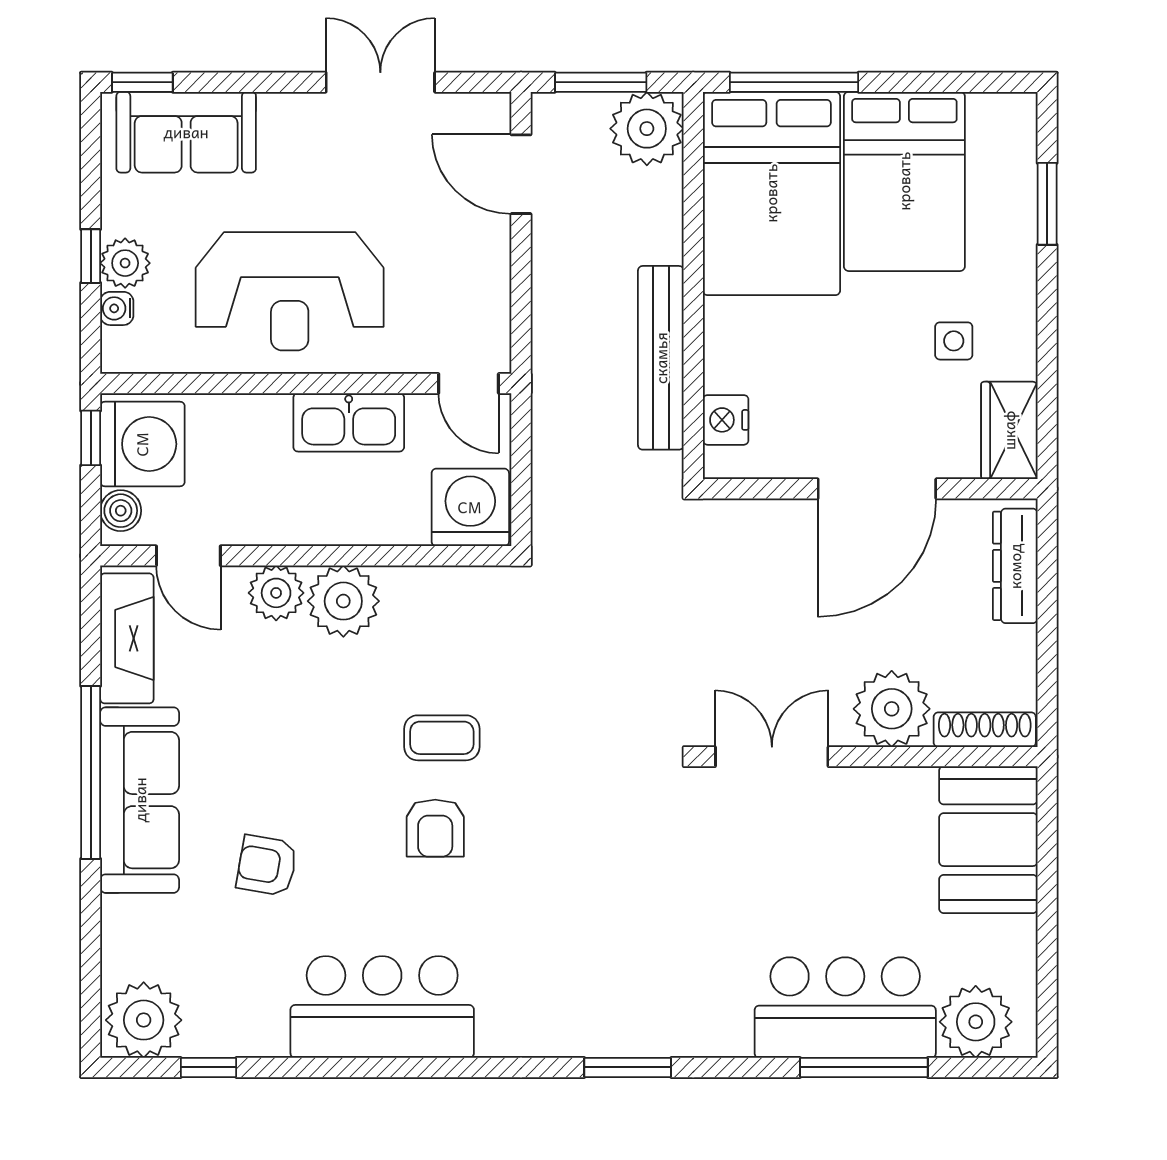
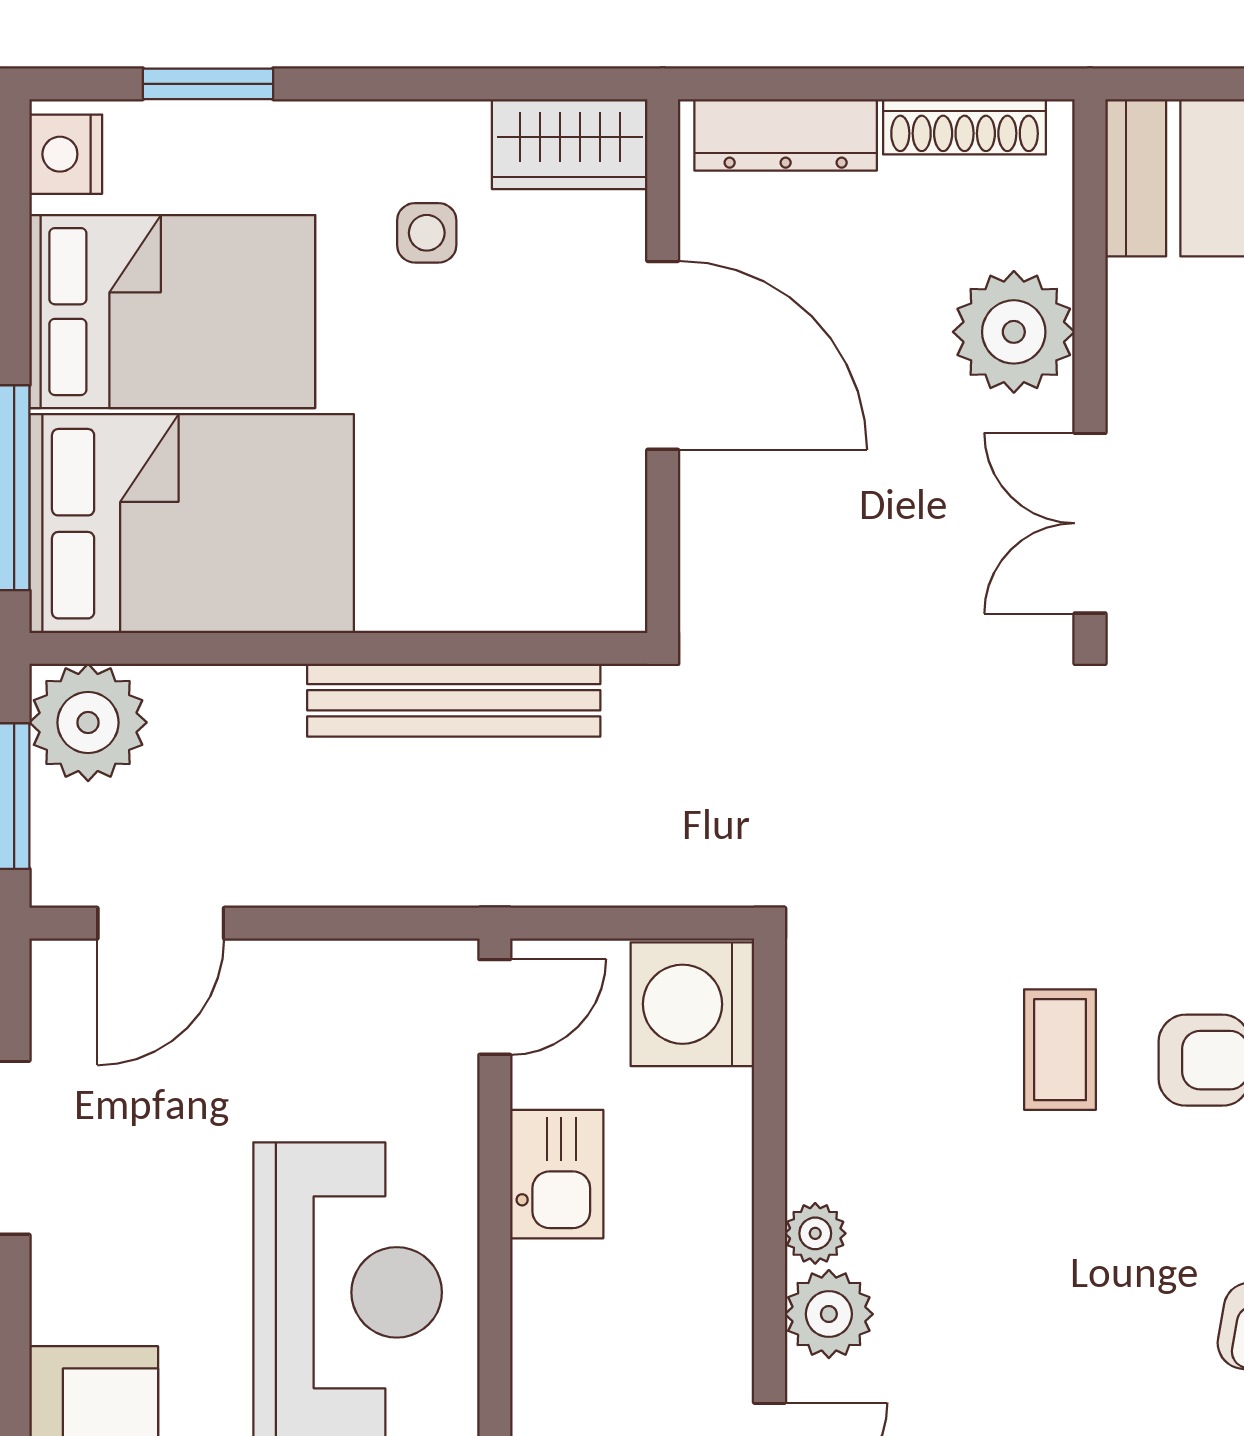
nightstand: (726, 420) -> (66, 154), moved, turned 90
kitchen sink: (349, 422) -> (557, 1174), width x0.73
plant: (343, 601) -> (815, 1233), width x0.53, depth x0.53
shoe rack: (985, 730) -> (965, 127), moved, turned -90

